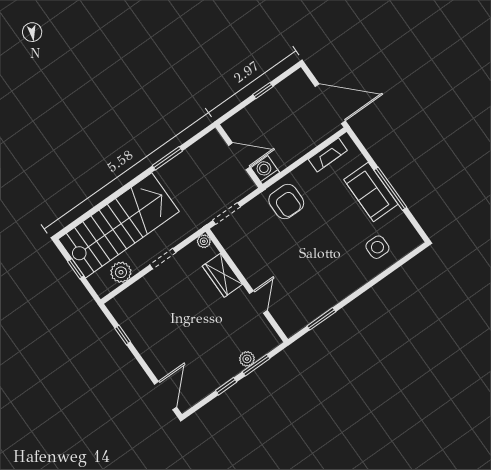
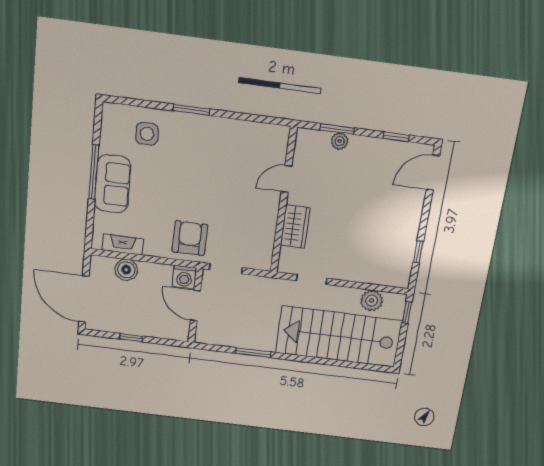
door: (330, 104) -> (84, 299), moved
boiler: (310, 139) -> (126, 270), added
doorway: (226, 214) -> (226, 269), moved
plant: (204, 241) -> (285, 266), removed
doorway: (163, 259) -> (312, 279), moved
window: (76, 269) -> (407, 312), moved
window: (321, 319) -> (191, 110), moved
window: (226, 386) -> (396, 137), moved

